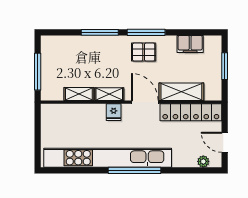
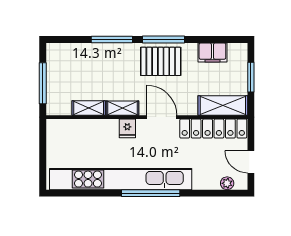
pallet: (144, 52) -> (161, 61), width x1.50, depth x1.42
shelving: (181, 92) -> (223, 106), moved

